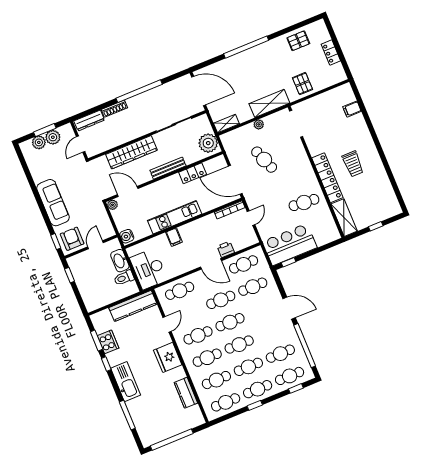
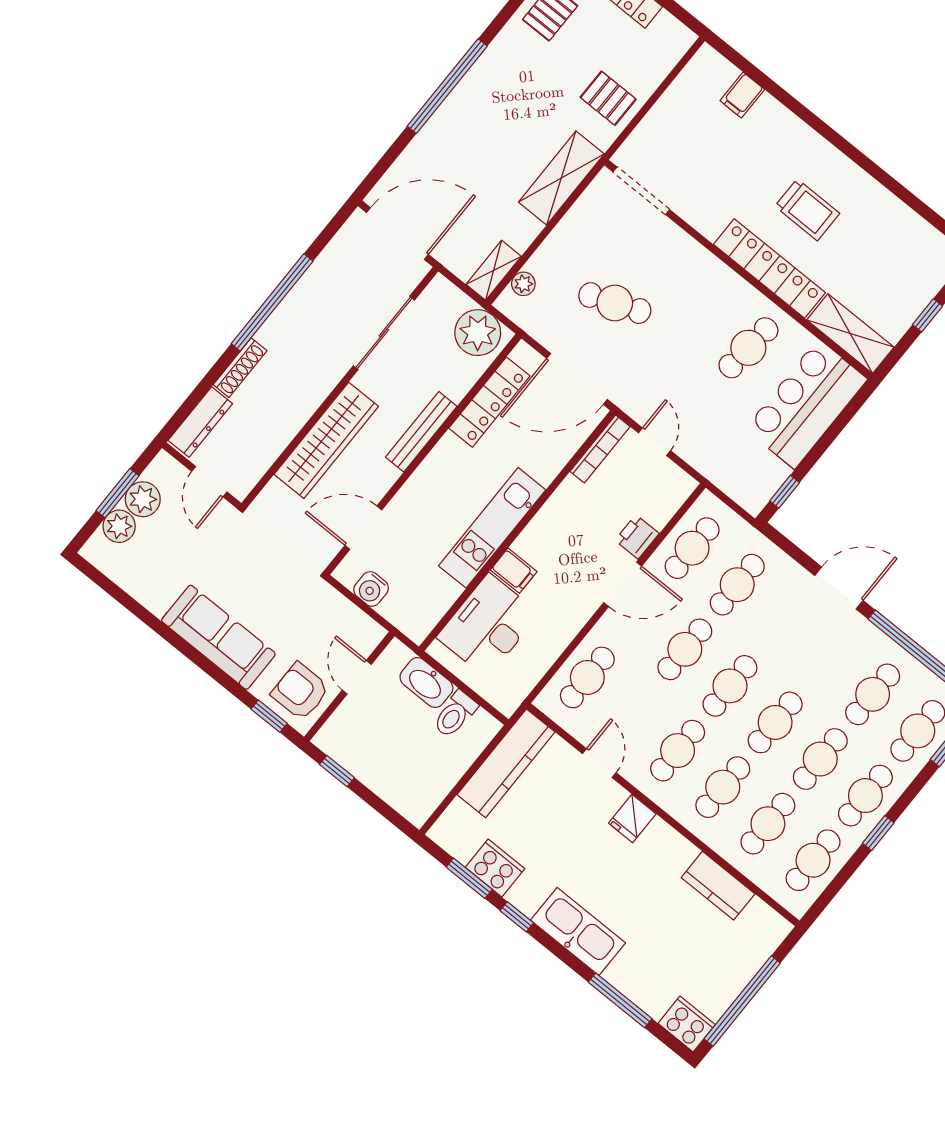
plant: (259, 124) -> (523, 284), moved
locker: (193, 173) -> (489, 402), width x1.53
plant: (113, 205) -> (347, 573), removed
water cooler: (127, 236) -> (371, 589), moved
bar counter: (290, 244) -> (806, 404), moved
desk: (149, 269) -> (488, 625), moved, turned 90
fridge: (168, 357) -> (632, 818), width x0.53, depth x0.75
cooker: (147, 437) -> (687, 1024), added

